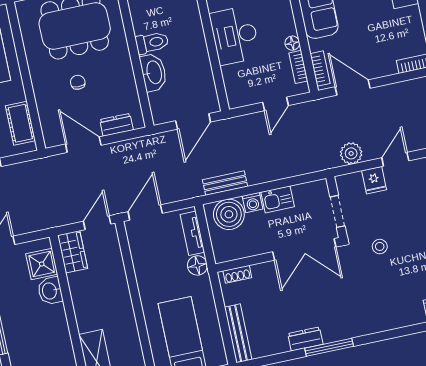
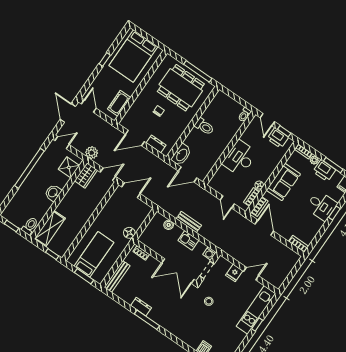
washbasin: (154, 72) -> (181, 155), moved
door: (276, 104) -> (227, 202), hinge flipped
door: (83, 145) -> (135, 138), swing flipped
plant: (351, 153) -> (92, 153), moved
bench: (225, 183) -> (189, 222), moved
washing machine: (253, 203) -> (209, 253), moved
boiler: (229, 214) -> (169, 225), width x0.54, depth x0.54
tv unit: (192, 233) -> (141, 218), removed
washbasin: (50, 291) -> (53, 193), moved

